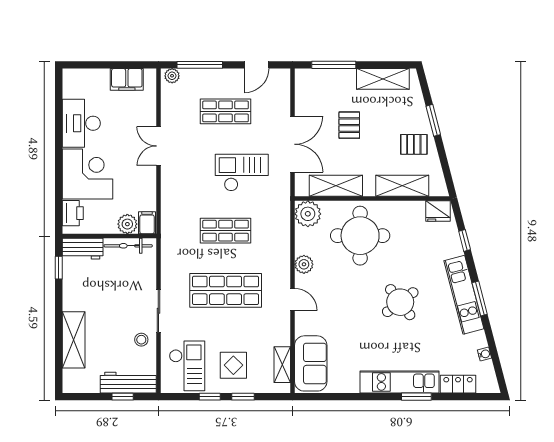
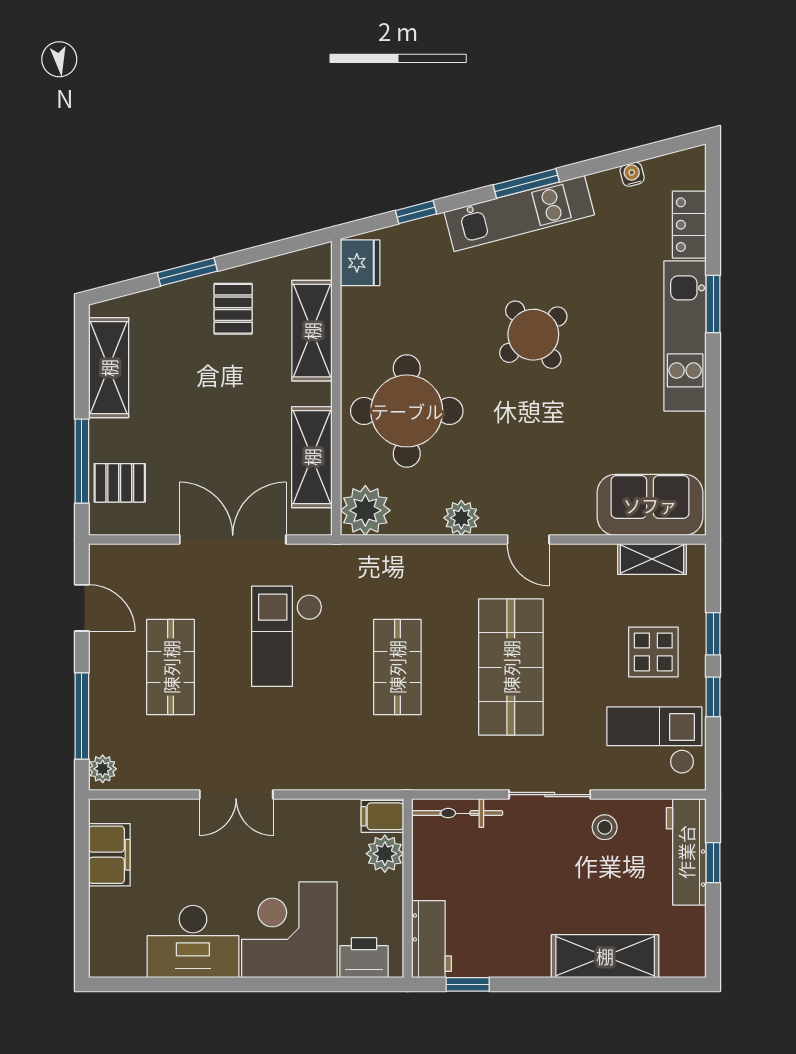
pallet: (349, 125) -> (120, 483), moved
bicycle: (128, 246) -> (457, 813), moved, turned 90
door: (293, 299) -> (528, 539), swing flipped

